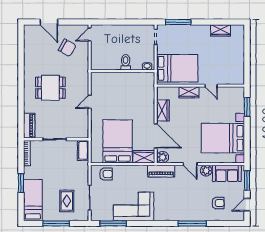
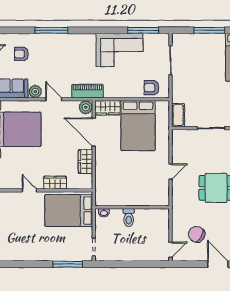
wardrobe: (221, 30) -> (18, 255), removed
rug: (67, 201) -> (197, 56), removed

